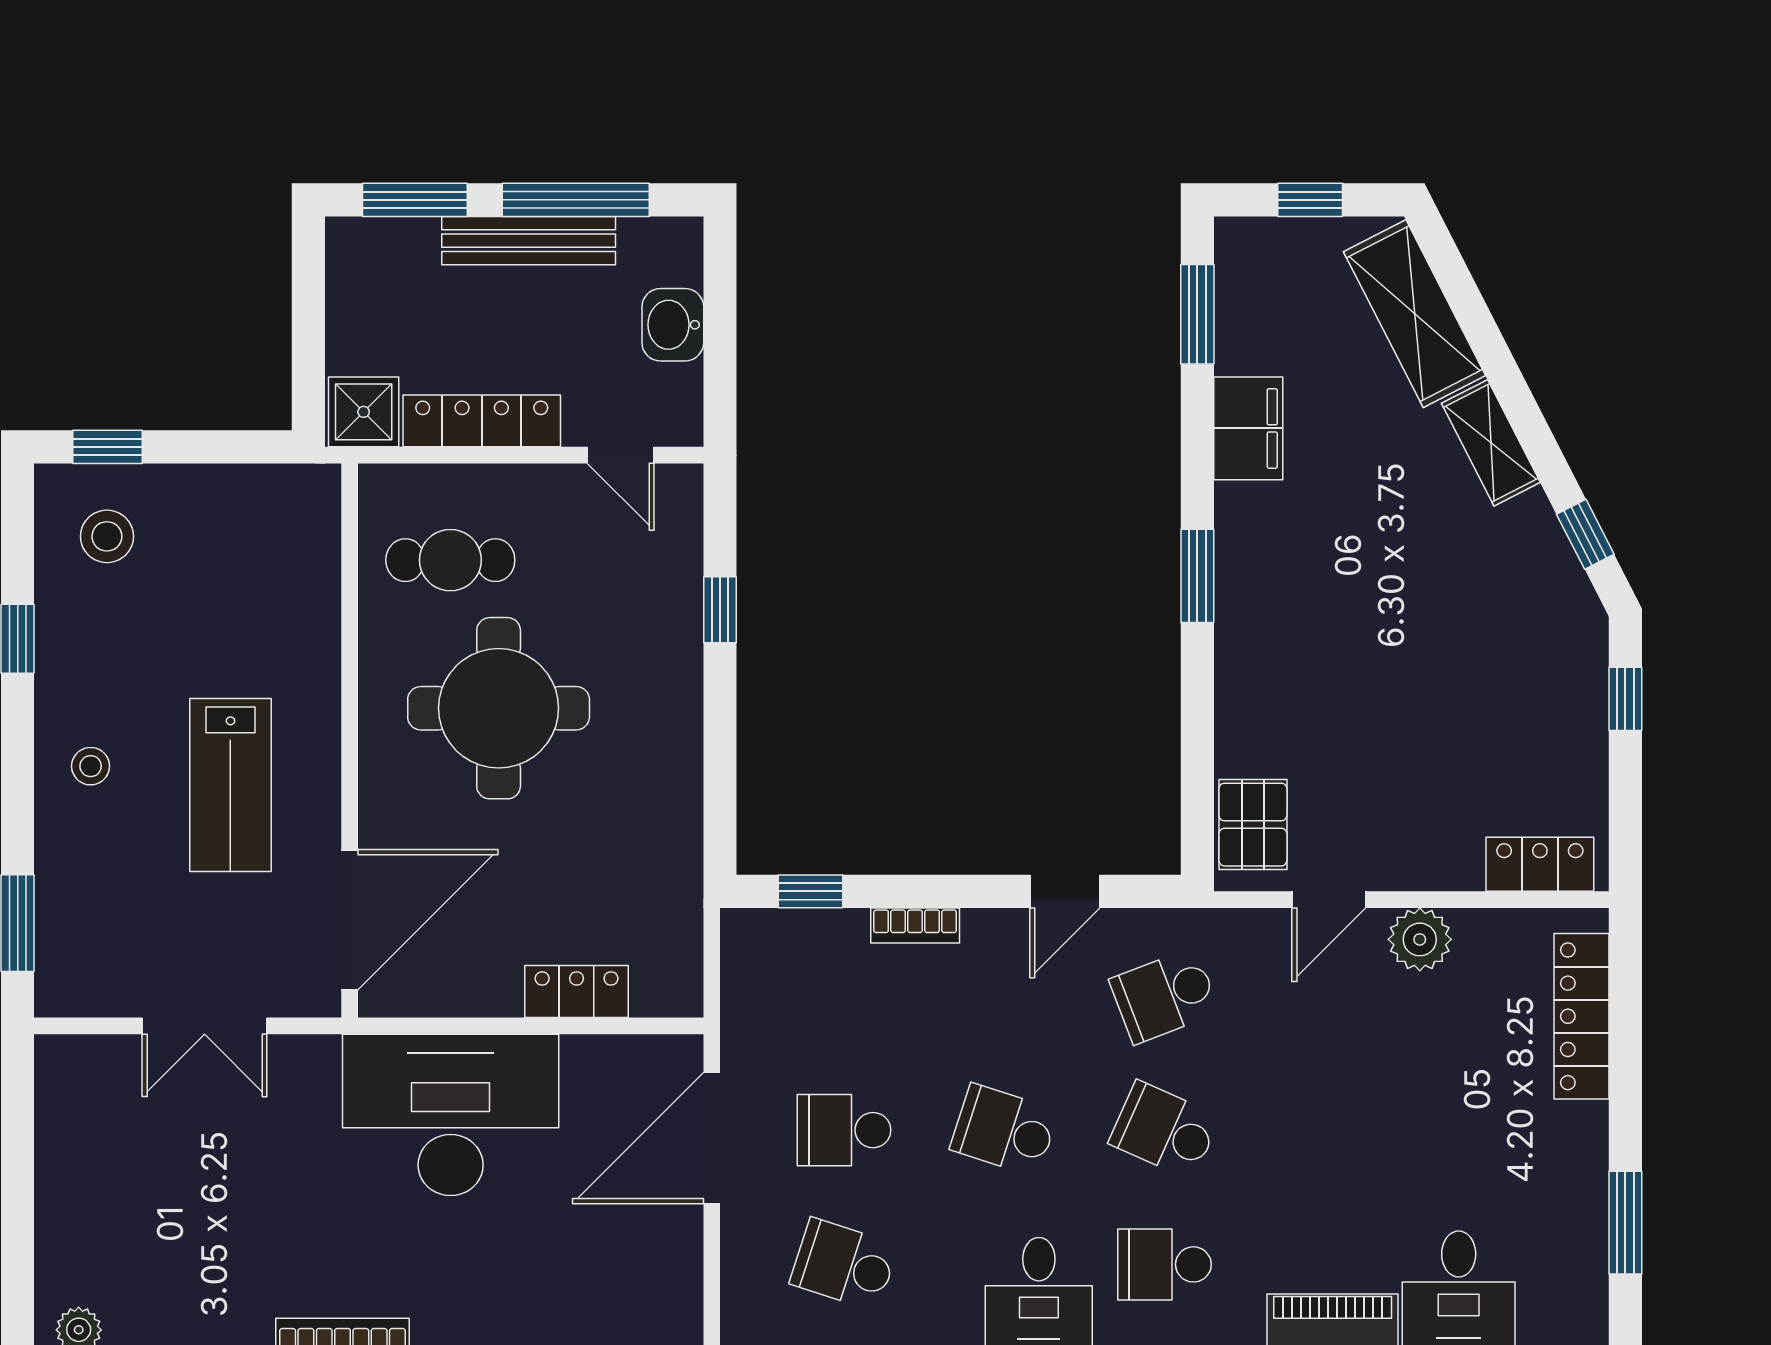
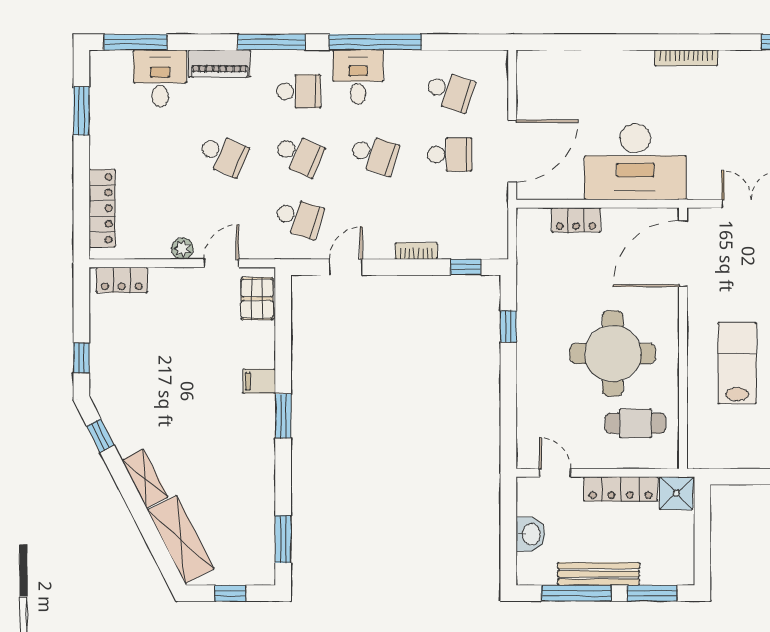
filing cabinet: (1248, 428) -> (259, 381), moved, width x0.50
window: (720, 610) -> (508, 326), moved
lab bench: (230, 785) -> (737, 363), moved
plant: (1420, 939) -> (182, 249), width x0.73, depth x0.73
school desk: (1164, 996) -> (299, 218), turned 39
school desk: (1325, 1130) -> (223, 155), added

